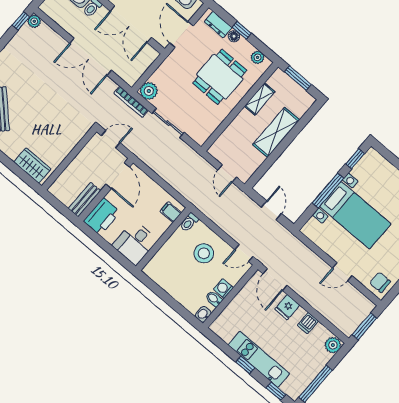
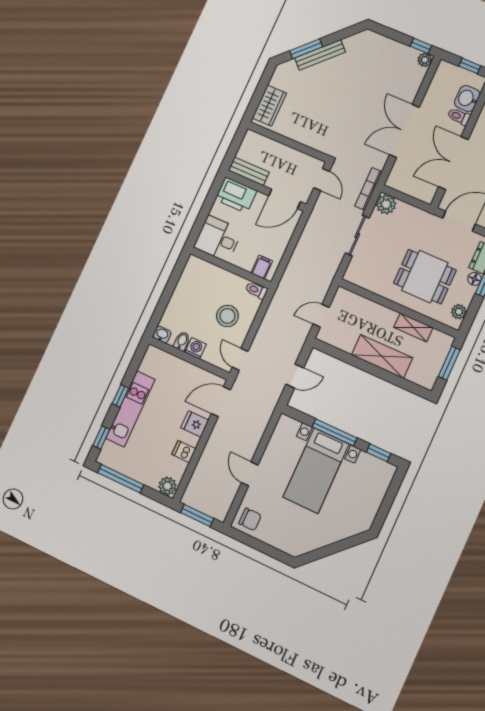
chair: (380, 282) -> (250, 519), turned 90

